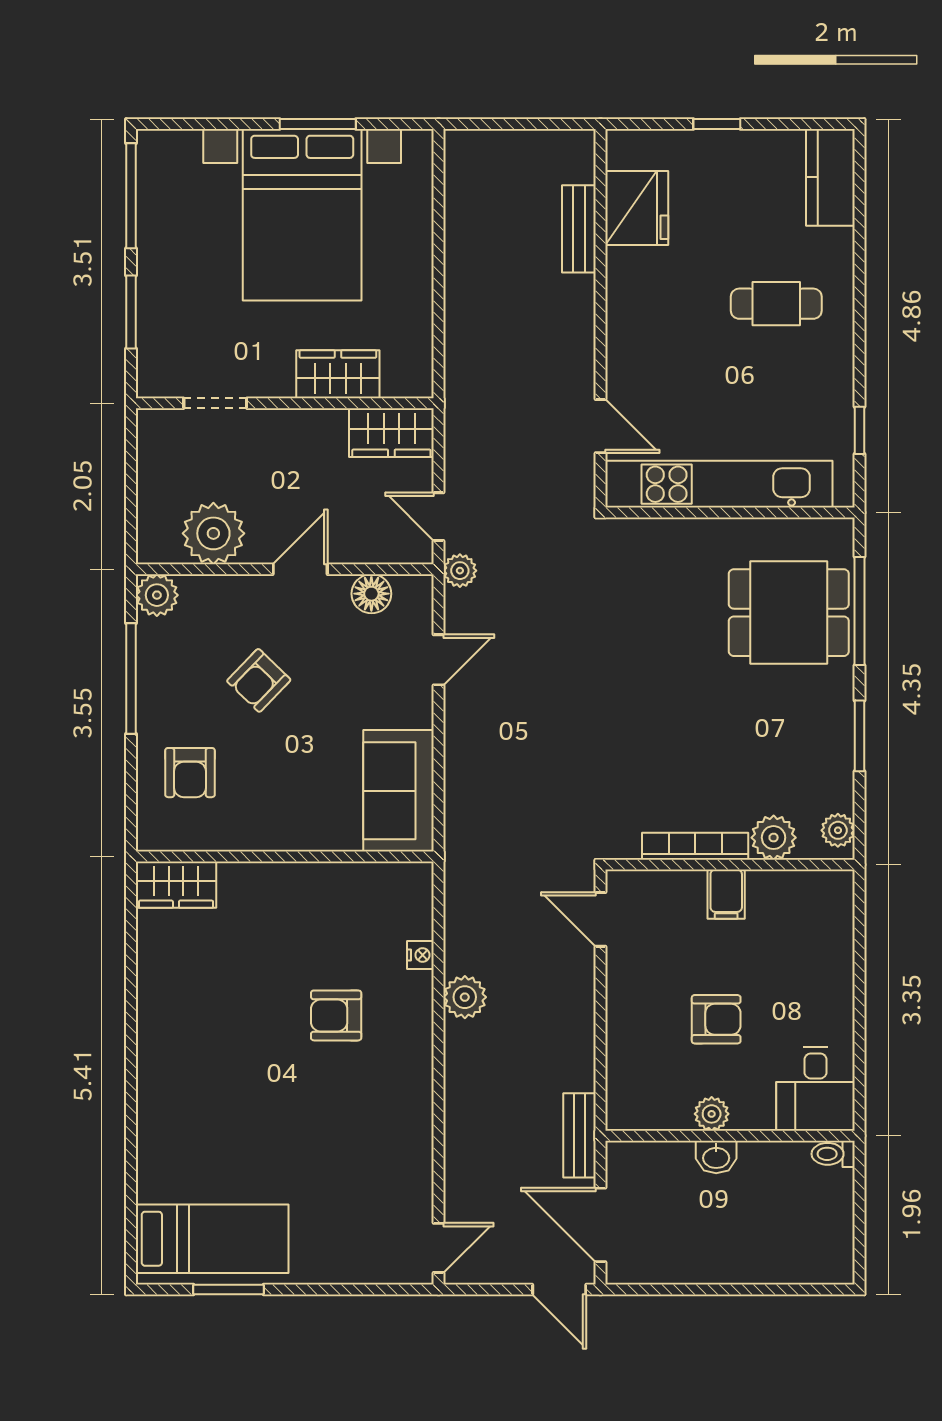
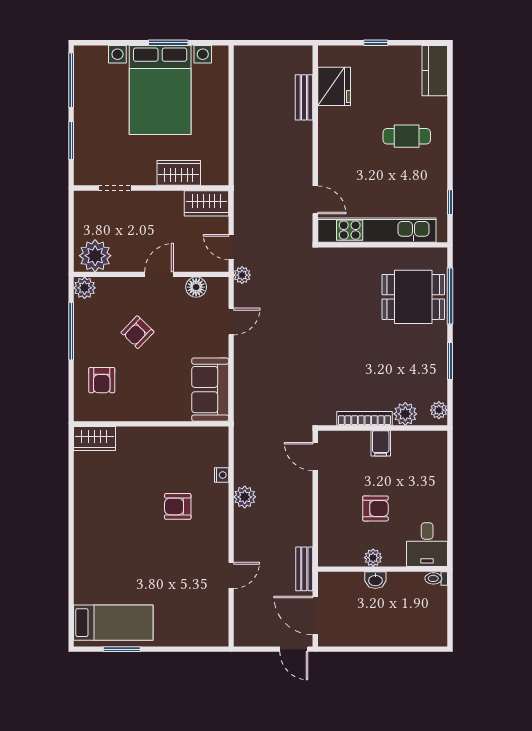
plant: (213, 533) -> (95, 256), moved
door: (439, 1248) -> (231, 575), moved

